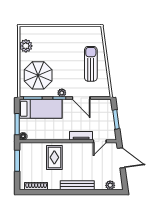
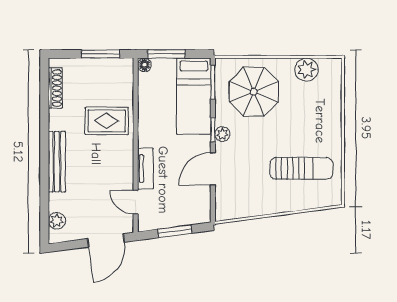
sun lounger: (91, 64) -> (301, 168), moved

